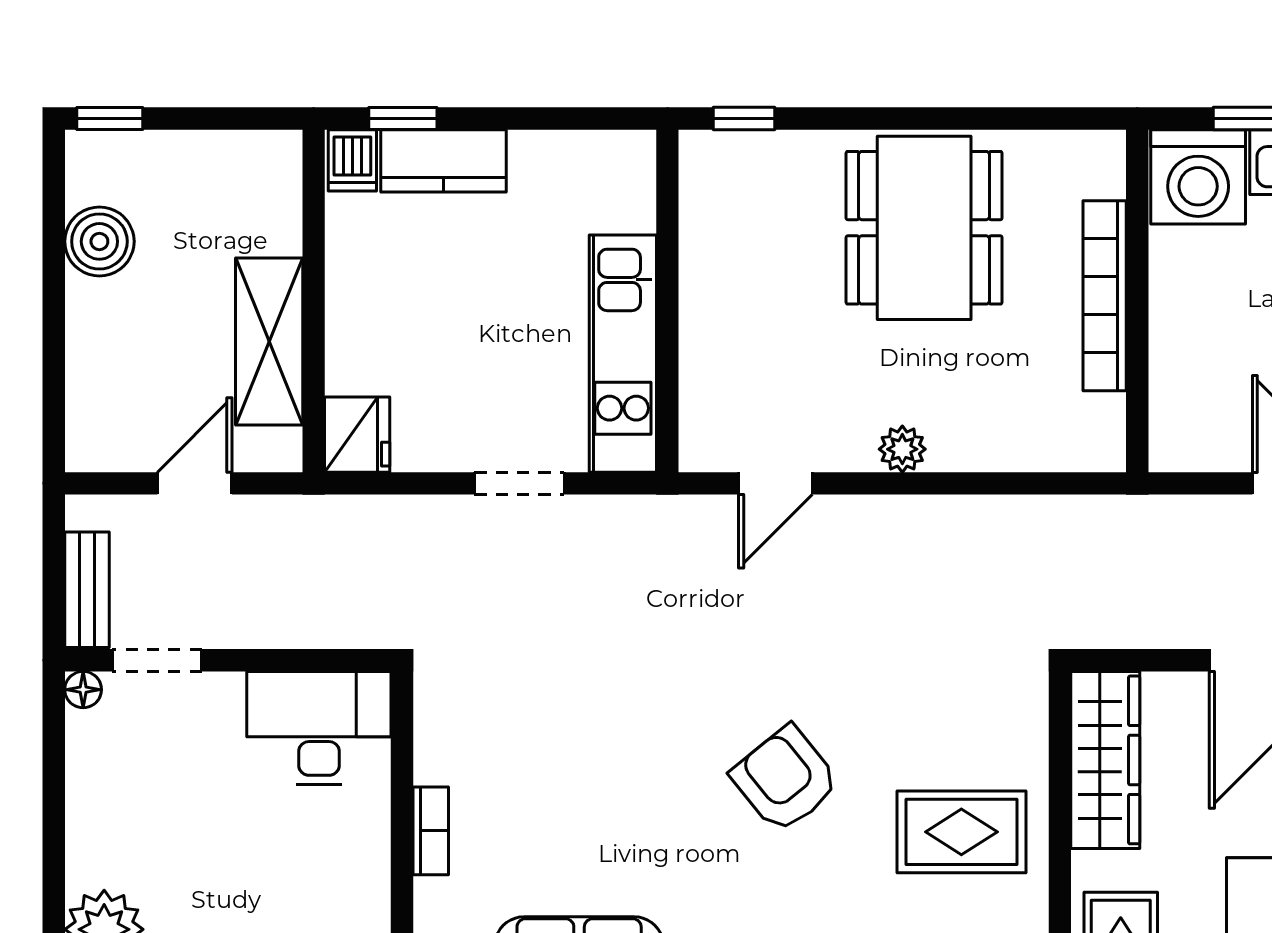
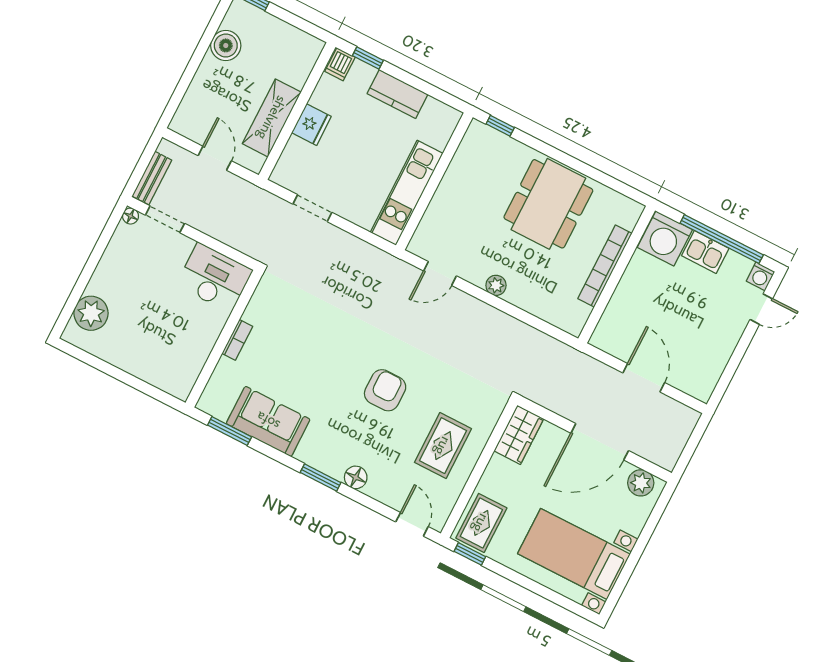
kitchen counter: (443, 161) -> (398, 94), moved
fridge: (357, 435) -> (311, 125), moved
door: (195, 483) -> (215, 158), hinge flipped
doorway: (519, 483) -> (312, 208), moved
wardrobe: (1105, 760) -> (519, 435), width x0.67
armchair: (785, 779) -> (385, 390), turned 39
rug: (961, 832) -> (443, 446), turned 90

